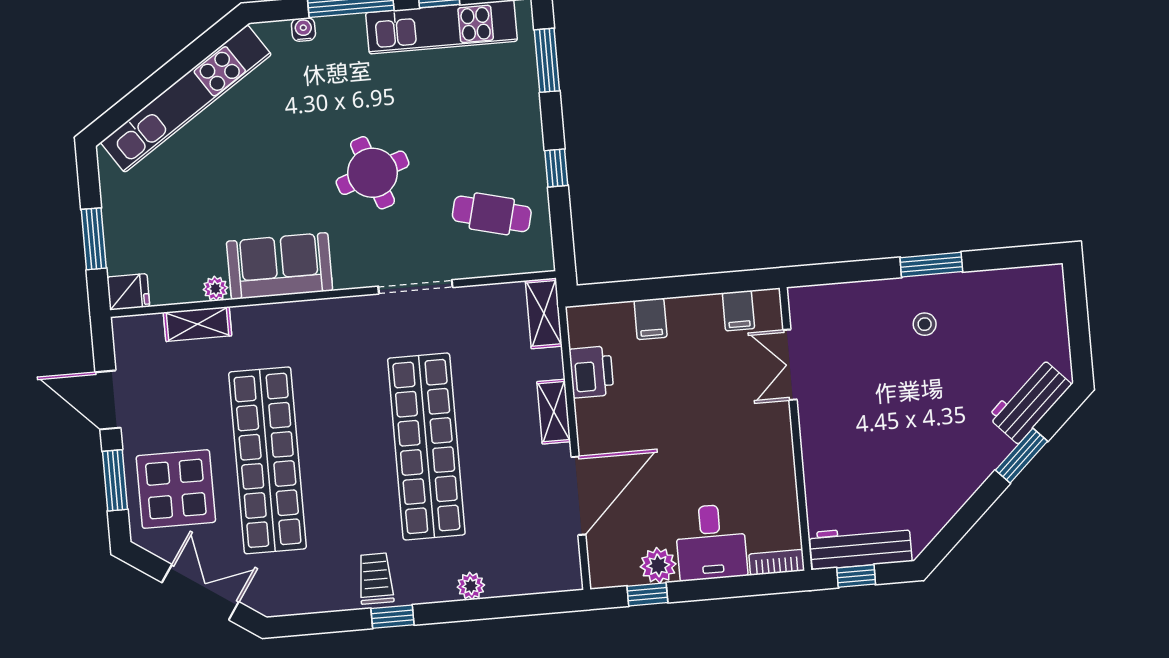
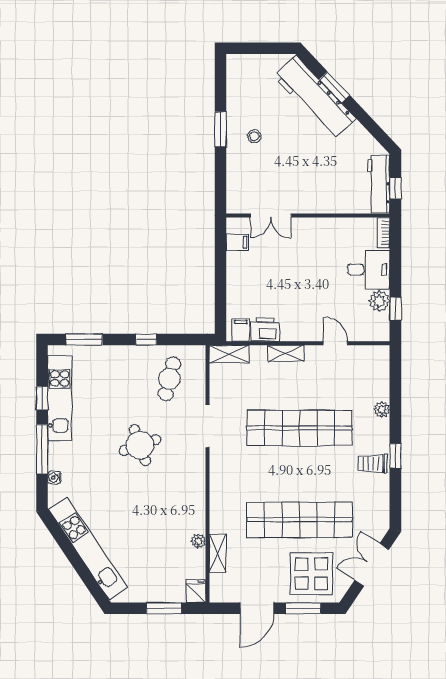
sofa: (280, 266) -> (189, 503), removed
filing cabinet: (651, 319) -> (241, 330), moved, turned -90
workbench: (1030, 401) -> (315, 97), width x1.88, depth x1.32
door: (578, 496) -> (335, 343), width x0.53

